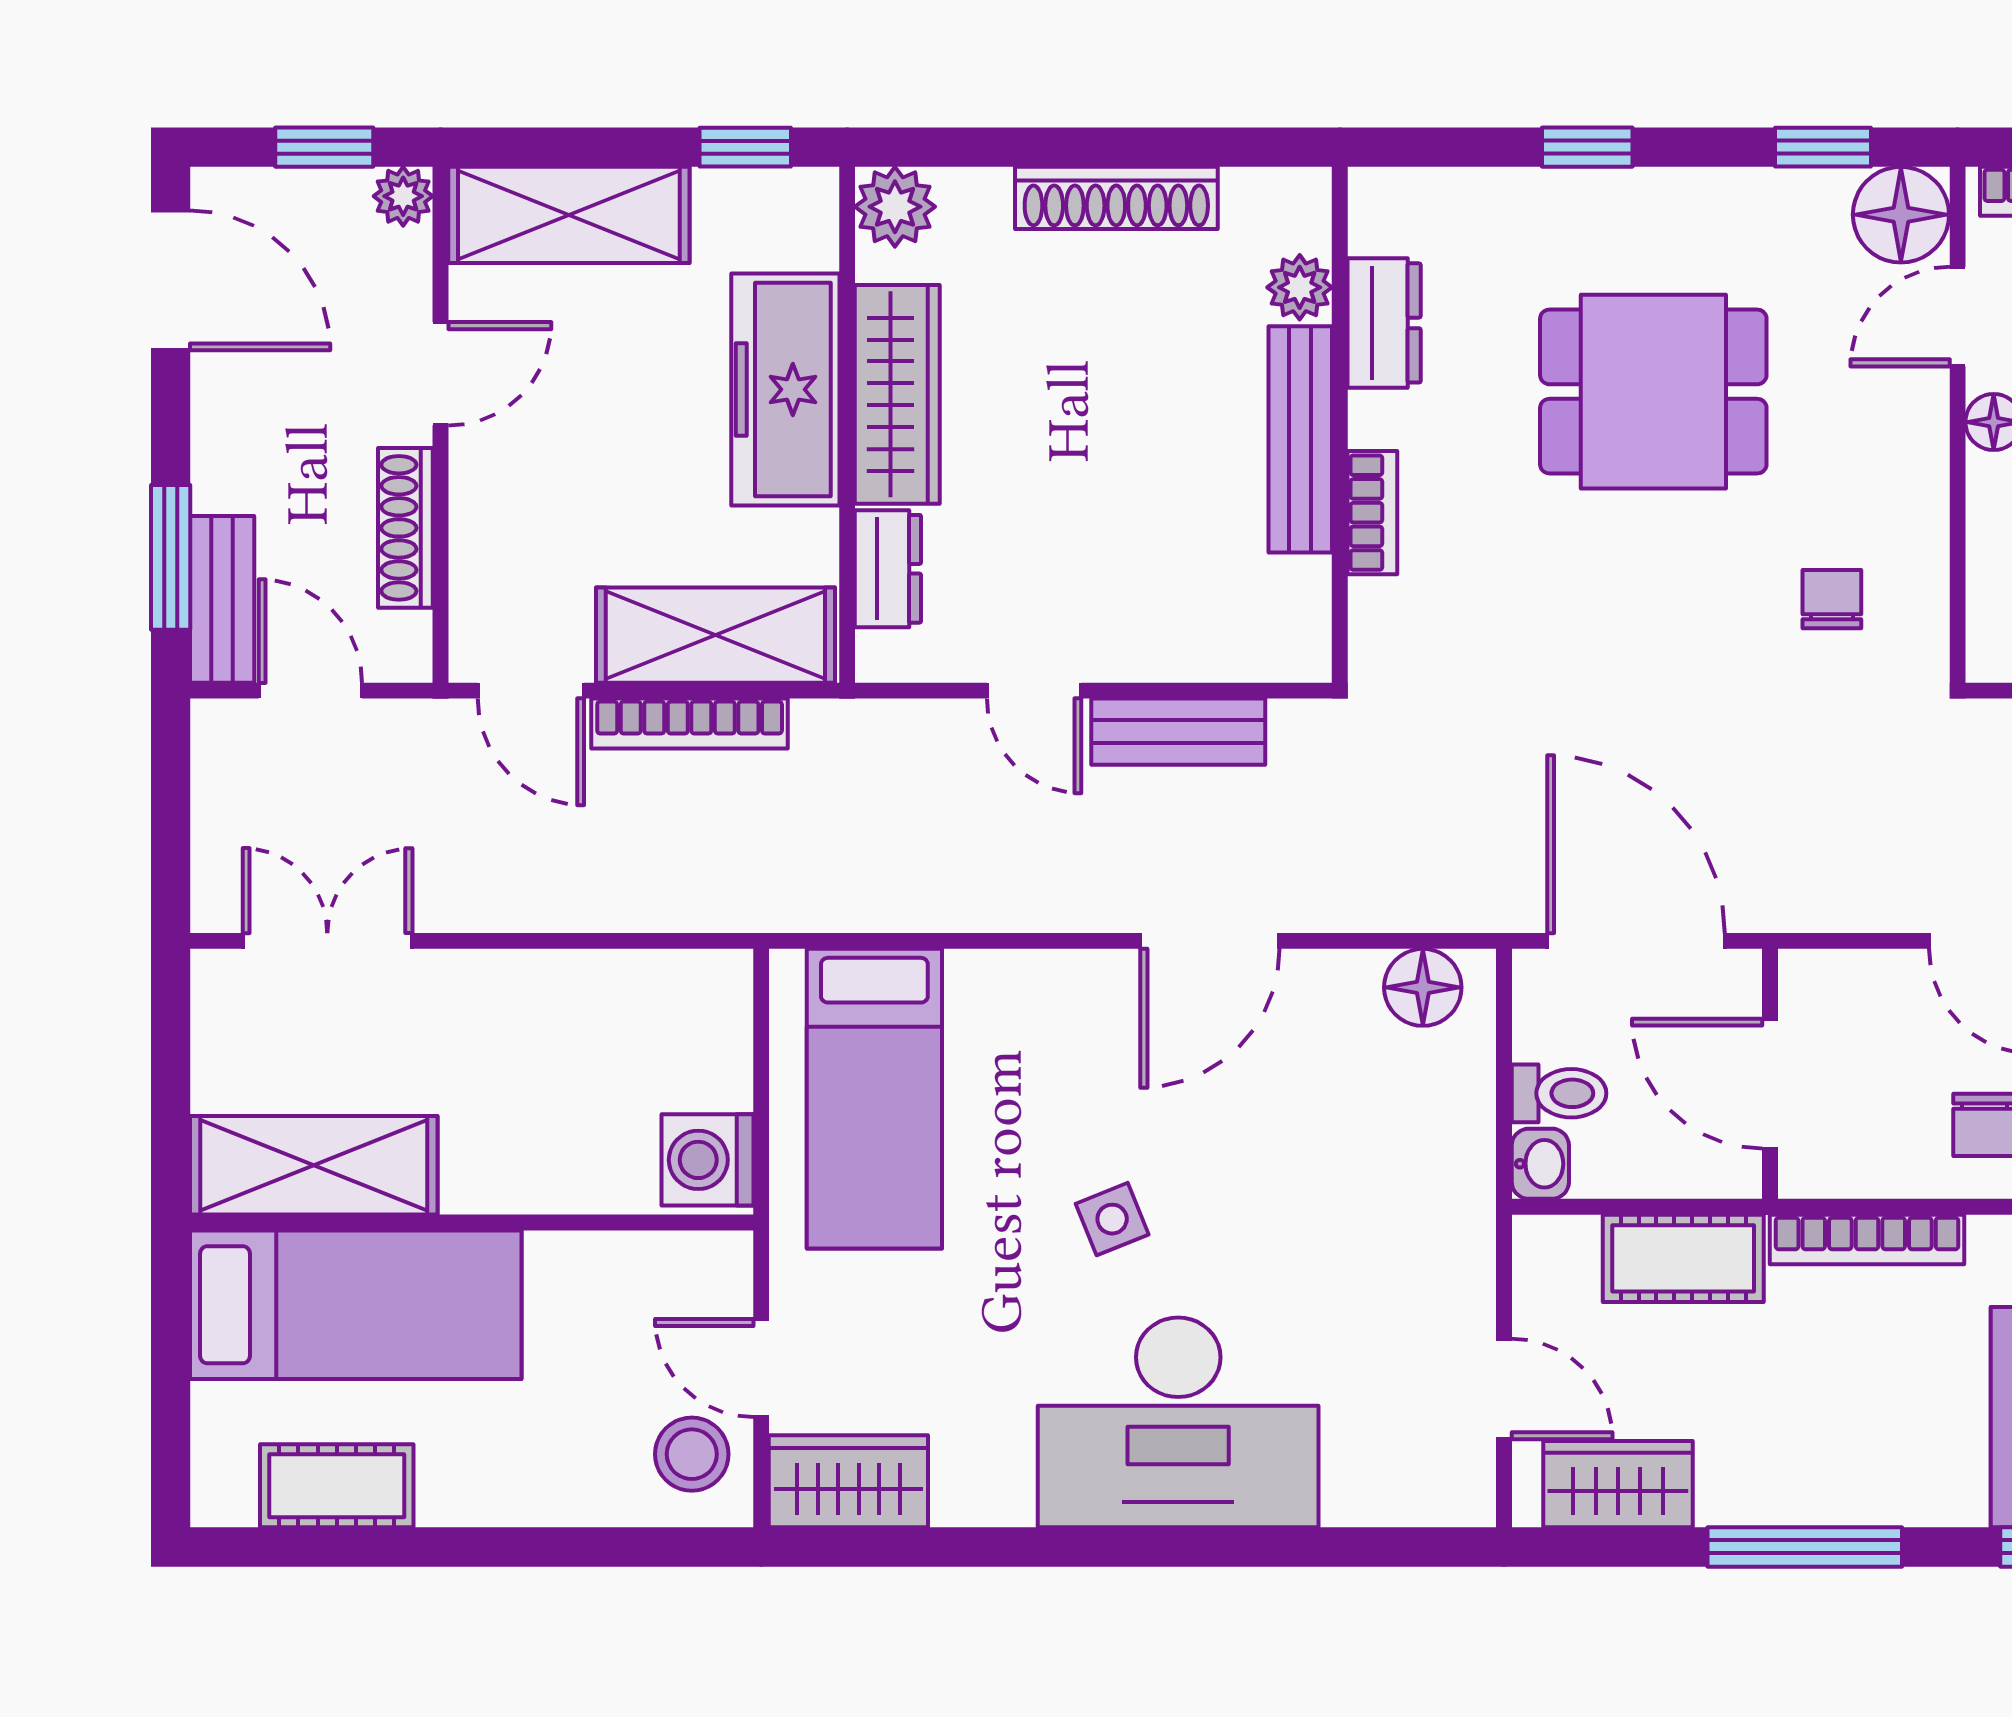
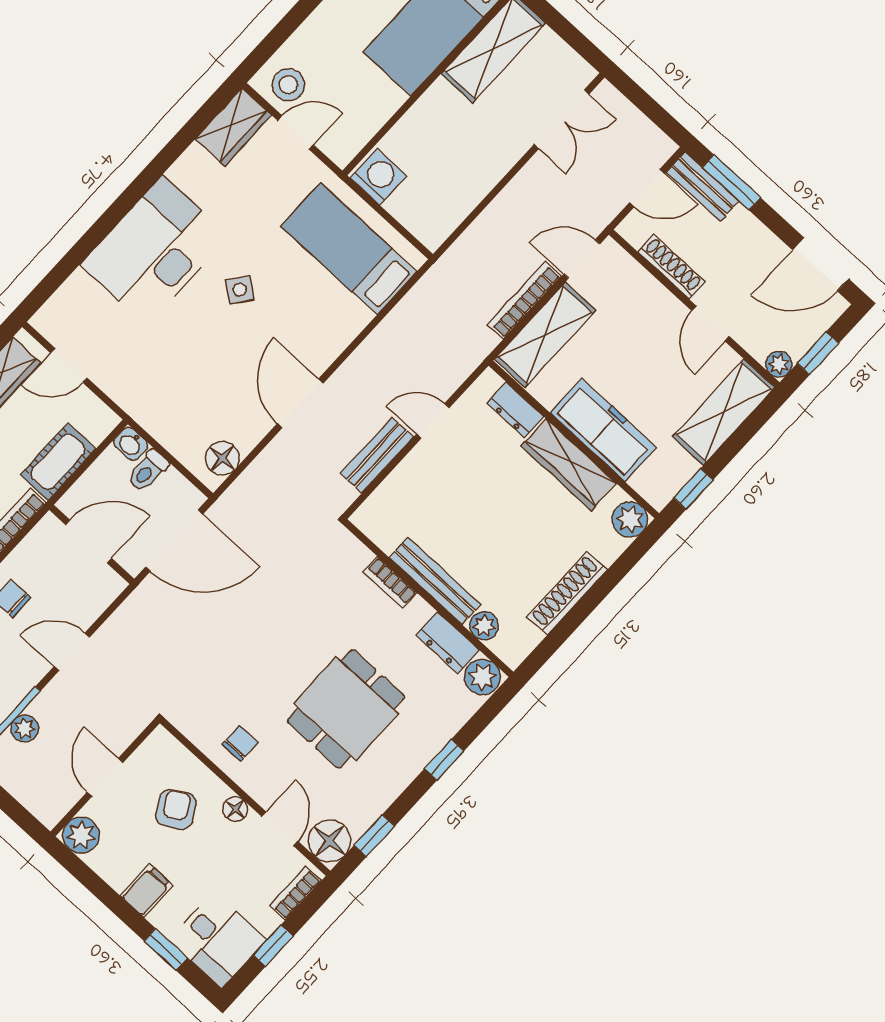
plant: (1388, 211) -> (482, 677), added
chair: (1832, 599) -> (240, 743), moved, turned -90
side table: (1112, 1219) -> (240, 290), turned -30

